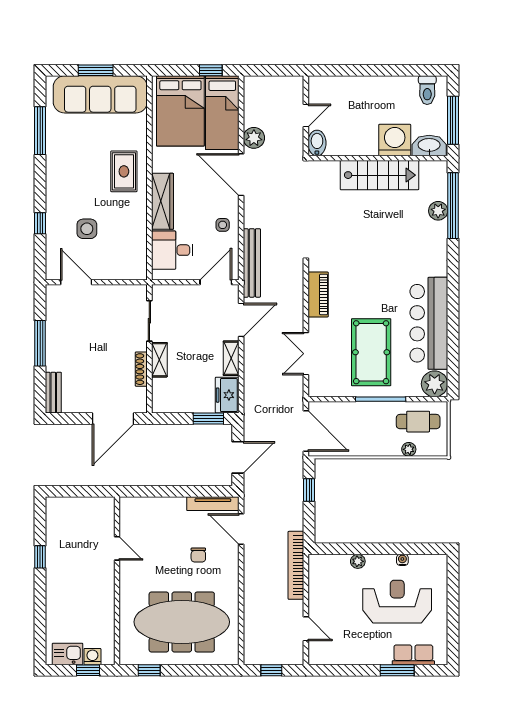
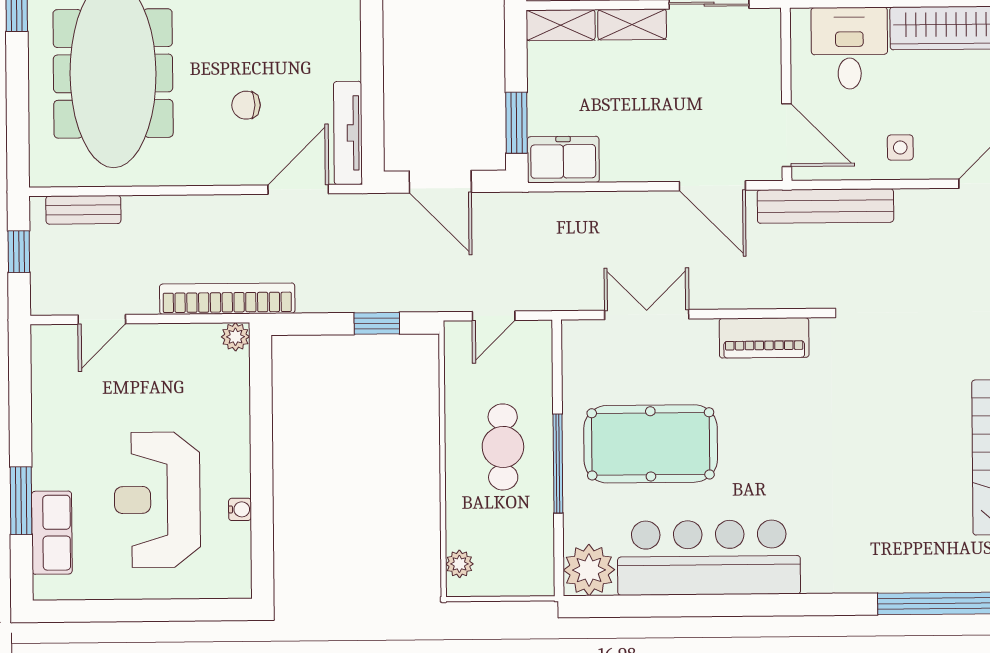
plant: (438, 211) -> (932, 574), removed
shelving: (231, 358) -> (561, 25), moved
cafe table: (418, 422) -> (503, 447), moved
door: (306, 431) -> (494, 316), width x0.53
plant: (409, 449) -> (459, 564), moved
plant: (358, 561) -> (235, 337), moved
reception desk: (397, 602) -> (157, 500), turned 180
bench: (250, 638) -> (83, 210), added

